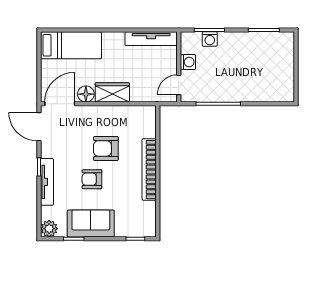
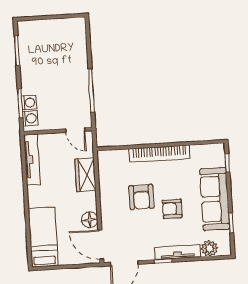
washing machine: (188, 62) -> (30, 118), moved, turned 90
wardrobe: (112, 92) -> (85, 175), moved
armchair: (92, 179) -> (172, 209), turned 90
sofa: (91, 224) -> (215, 199), width x1.36
plant: (49, 229) -> (210, 248), moved

